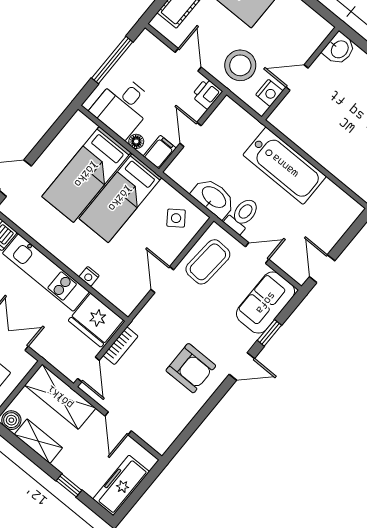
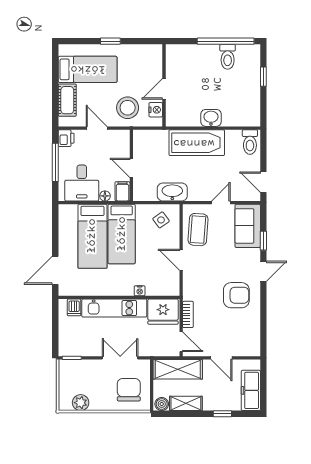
washbasin: (339, 49) -> (211, 118), moved, turned -90
printer: (207, 94) -> (66, 138), moved, turned 180
toilet: (242, 215) -> (250, 142), moved, turned 180

